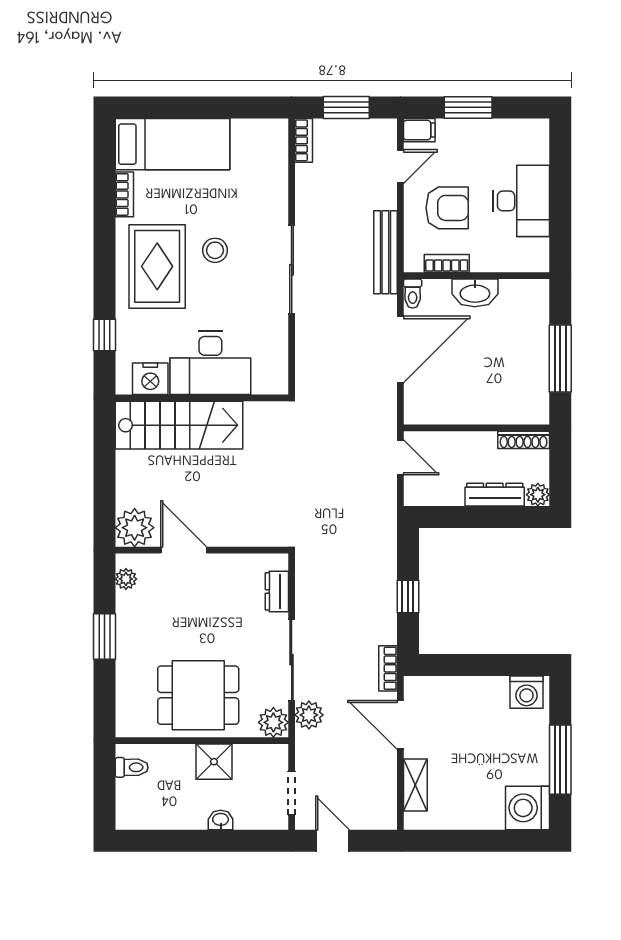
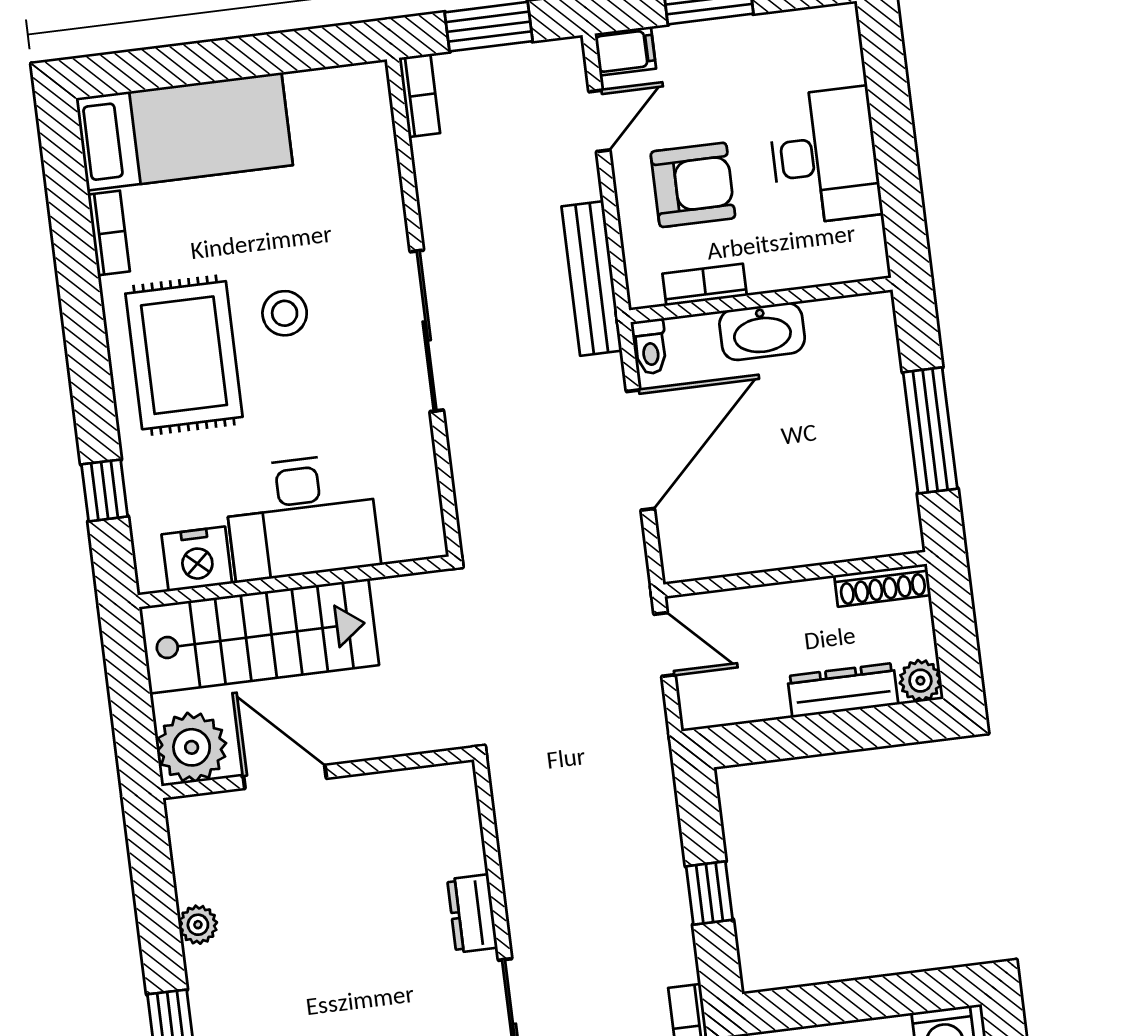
plant: (135, 528) -> (192, 747), moved
door: (184, 550) -> (285, 777), moved
wall: (202, 550) -> (318, 773), moved

